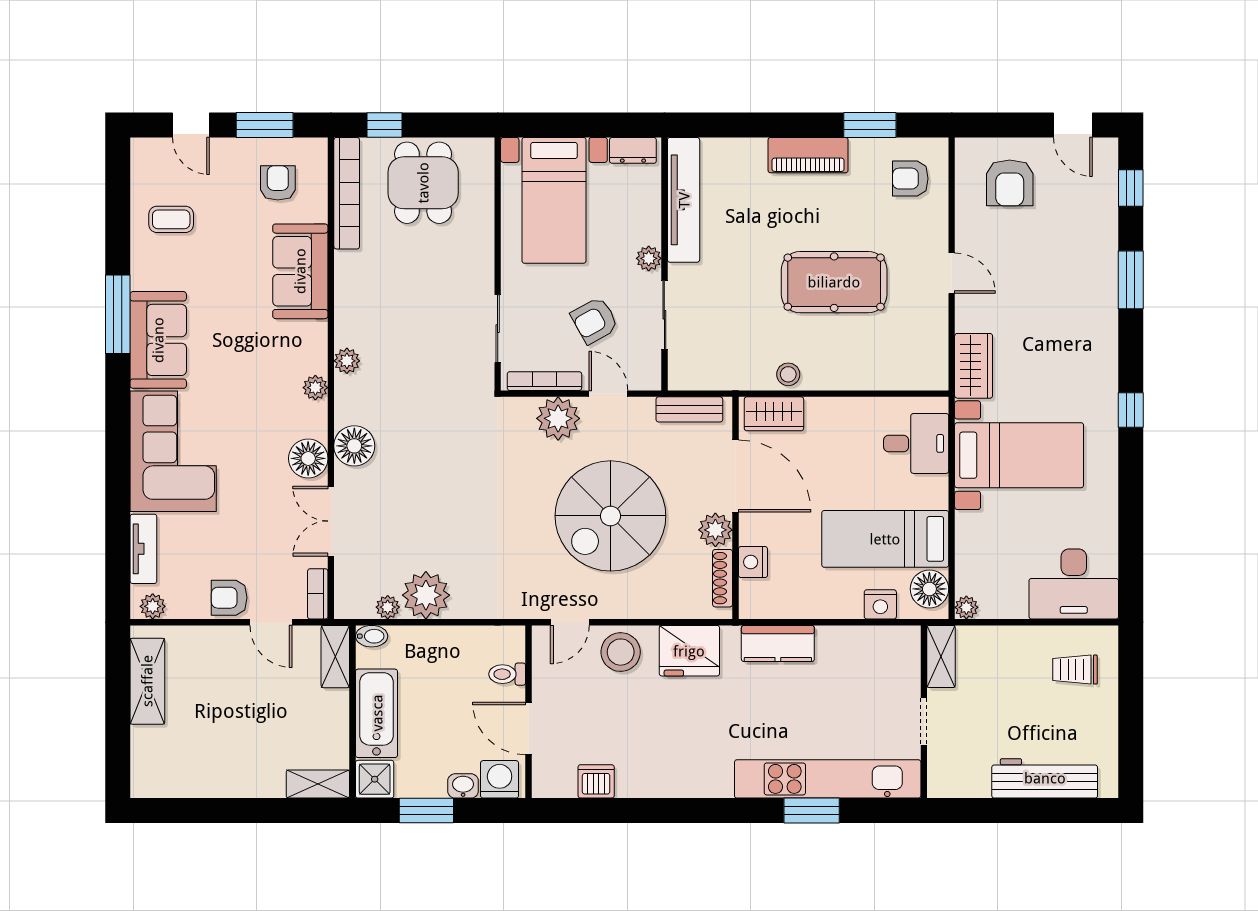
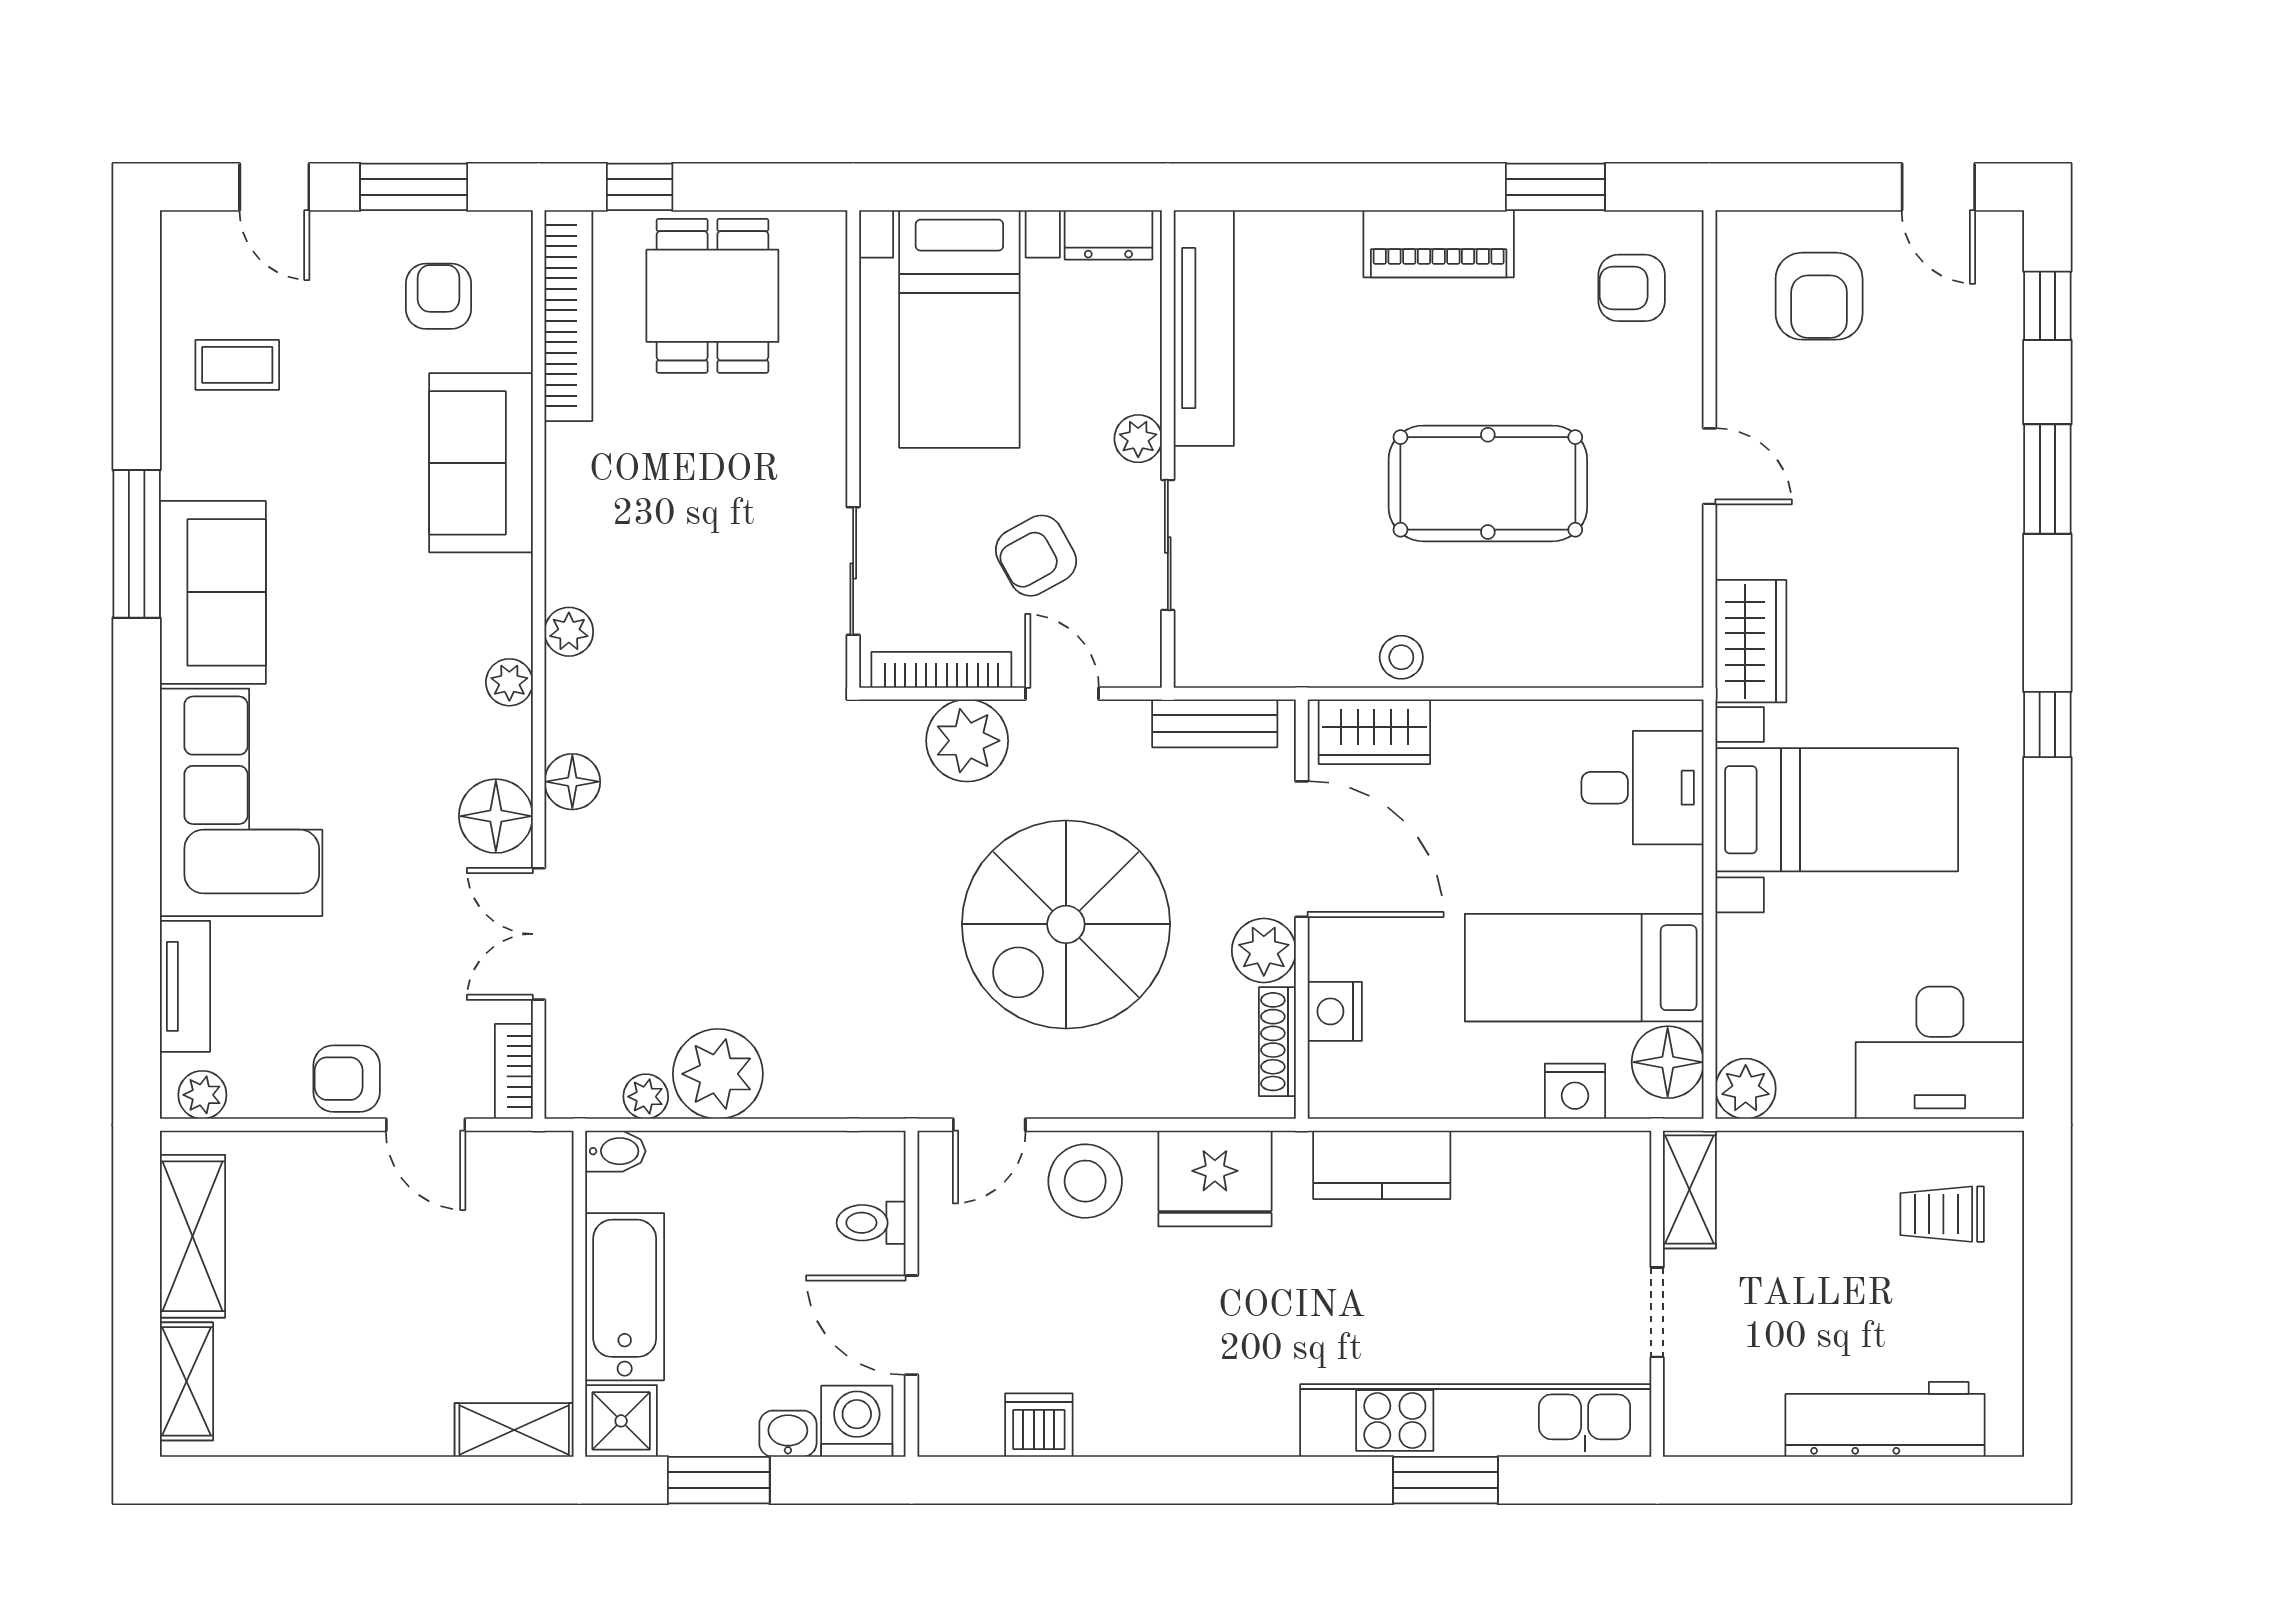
floor lamp: (354, 446) -> (572, 782), width x0.73, depth x0.73
plant: (966, 607) -> (1746, 1089), width x1.38, depth x1.38
shelving: (335, 657) -> (187, 1381), moved

